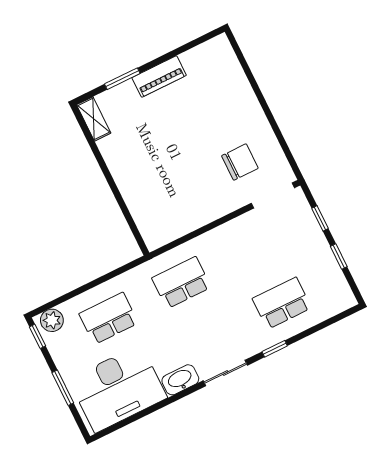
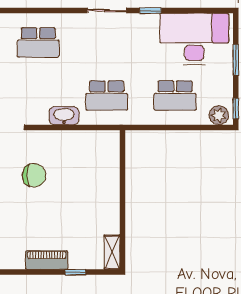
window: (122, 79) -> (75, 272), width x0.67
chair: (240, 162) -> (34, 175), moved, turned 180
window: (275, 349) -> (150, 11), moved
washbasin: (180, 380) -> (64, 116), moved, turned 180

